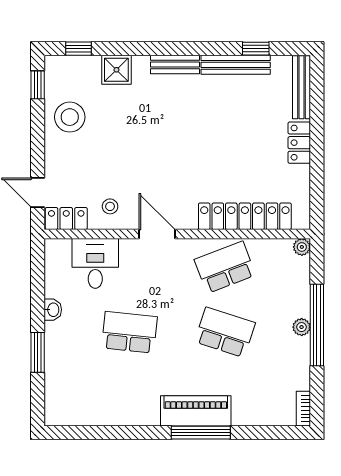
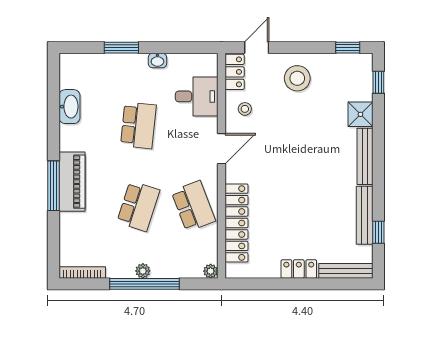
bench: (175, 64) -> (365, 156), width x1.36
stool: (70, 117) -> (297, 78), moved
bookcase: (303, 409) -> (82, 272), width x1.56
washbasin: (107, 414) -> (69, 107), added

